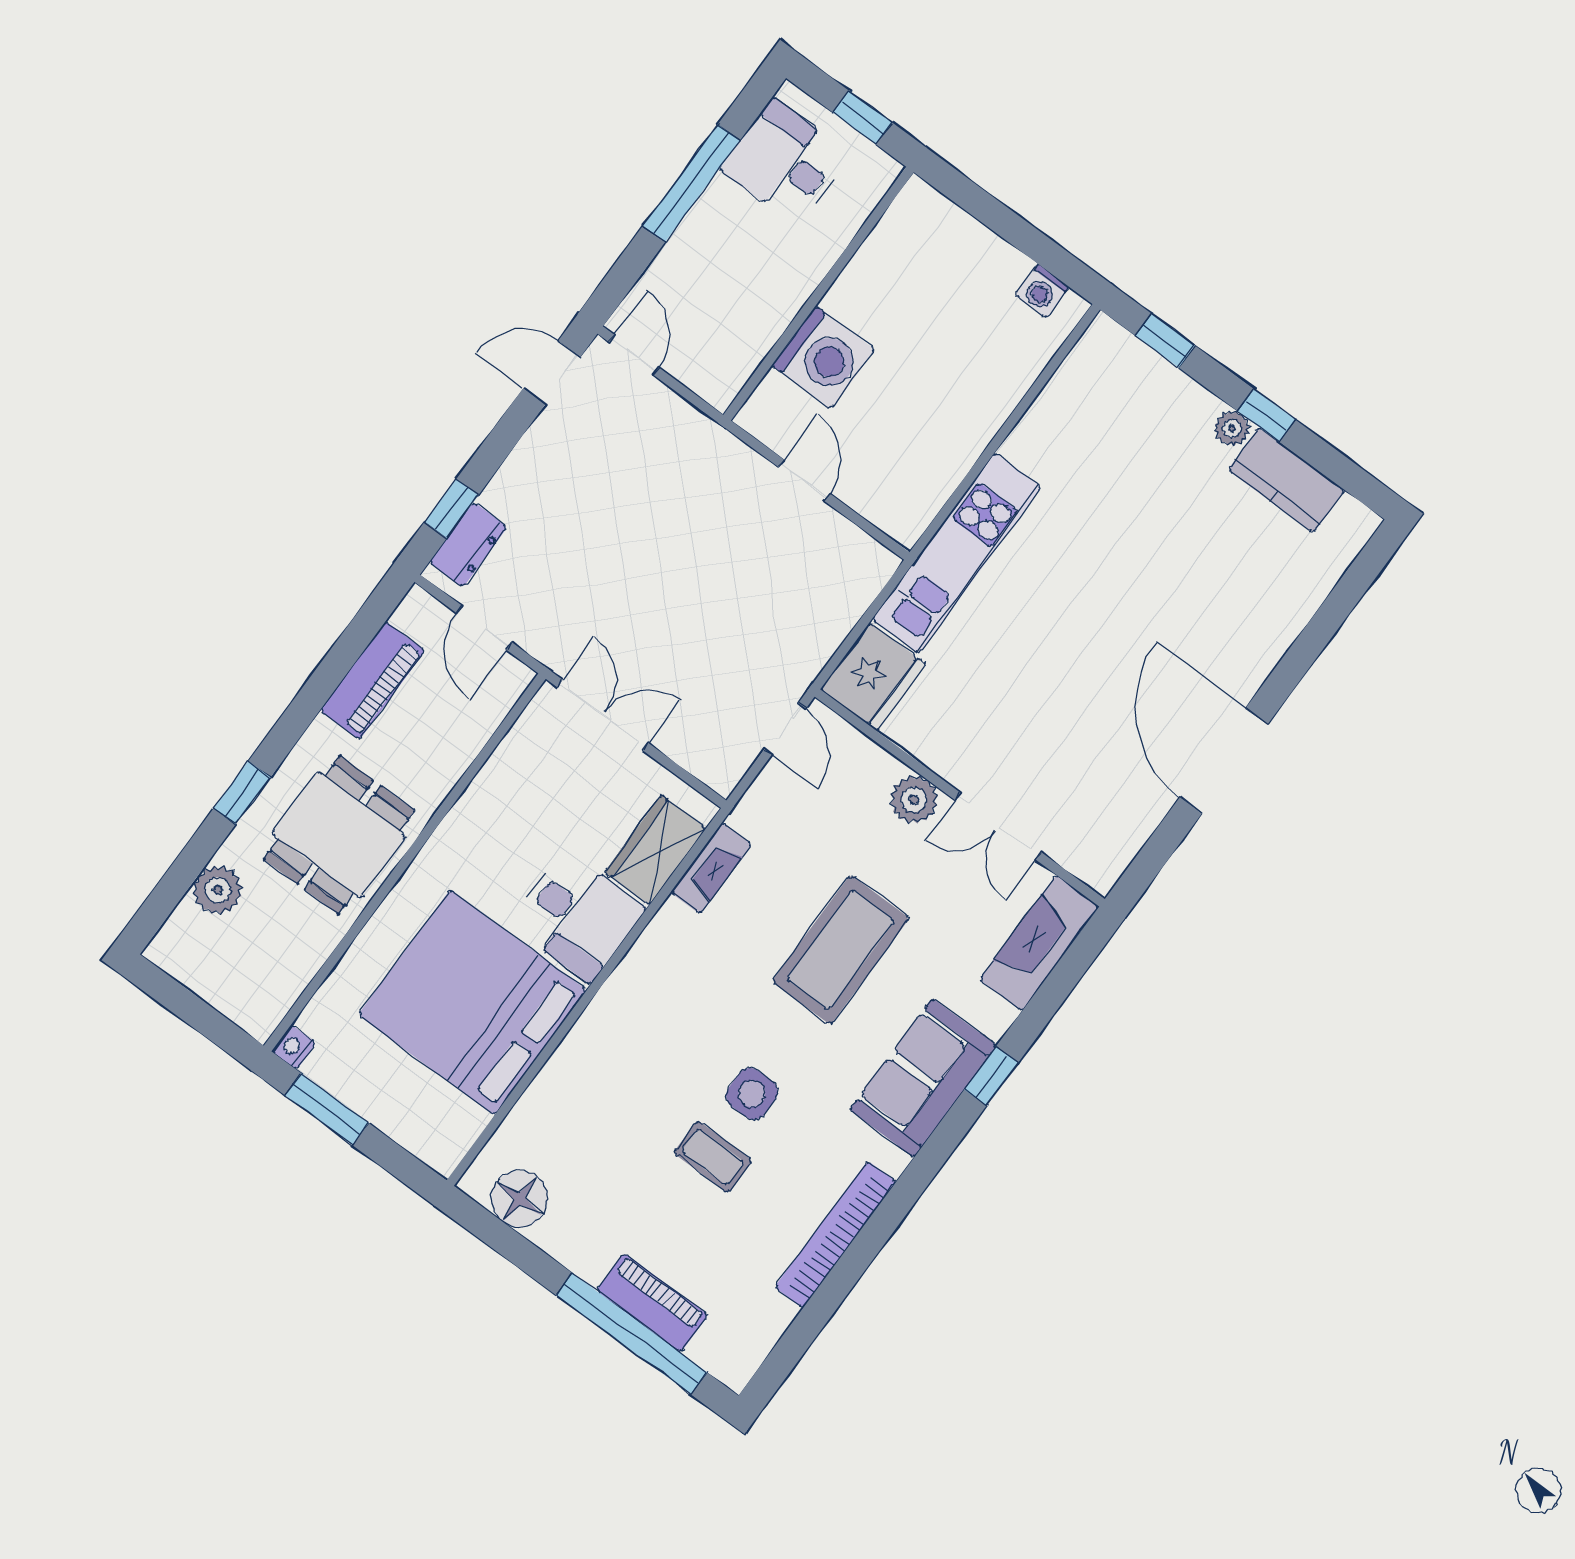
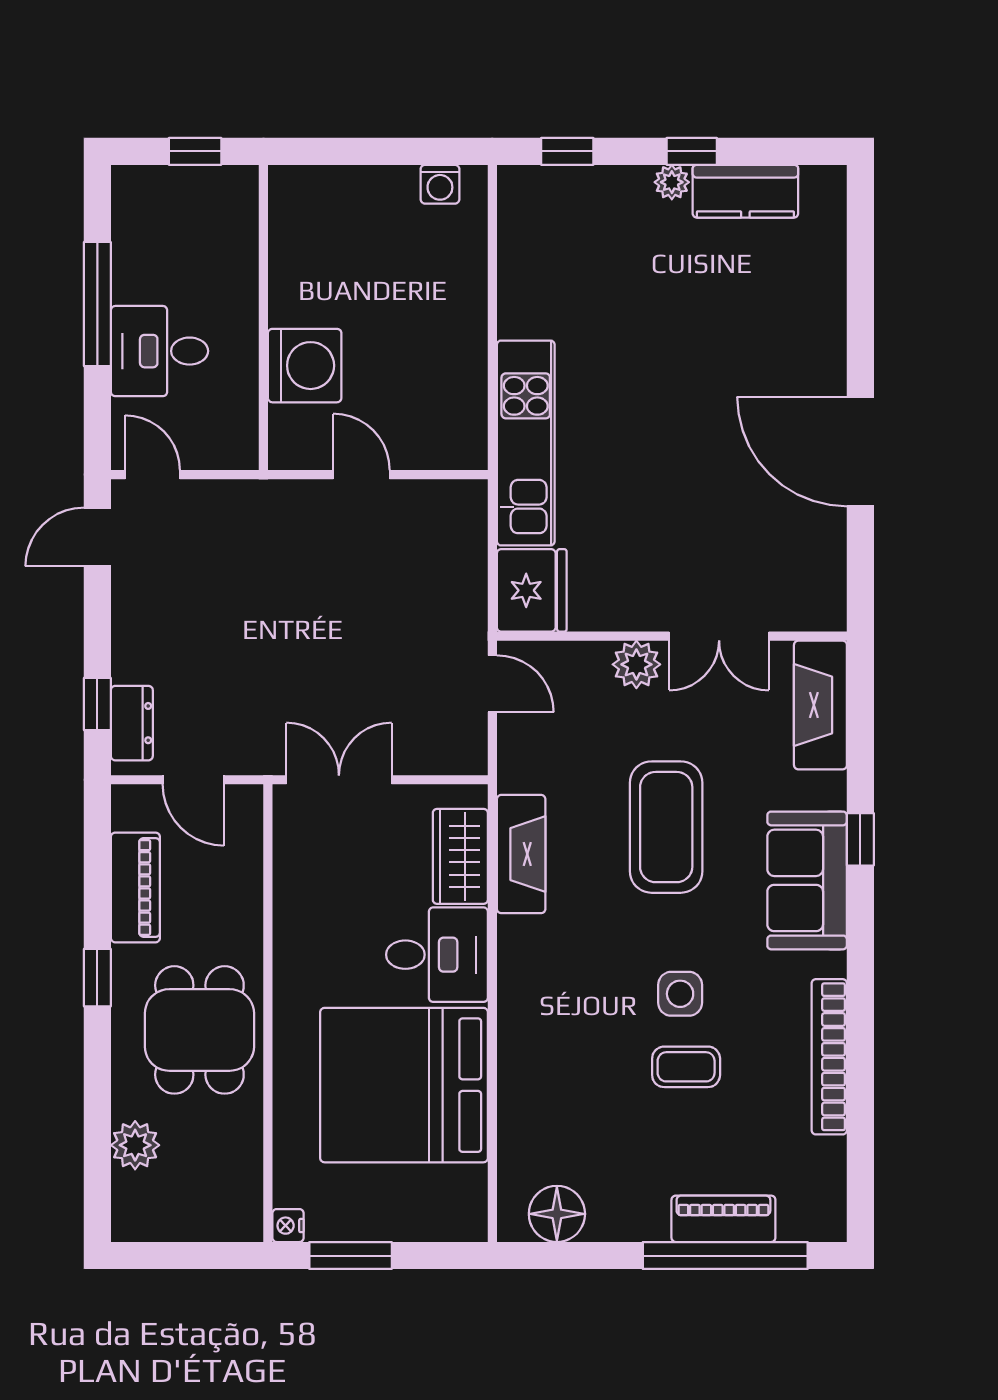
desk: (785, 162) -> (159, 351), moved
window: (242, 793) -> (97, 978), moved
fireplace: (711, 868) -> (521, 854), width x1.37, depth x1.32

